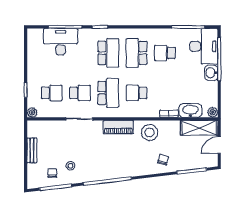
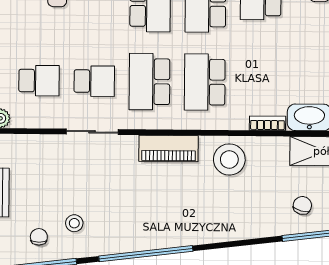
school desk: (108, 93) -> (149, 82), turned 180
school desk: (137, 93) -> (205, 82), width x1.85
chair: (163, 160) -> (302, 205), moved

